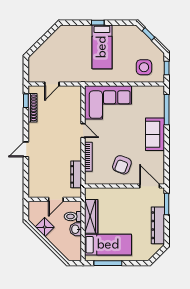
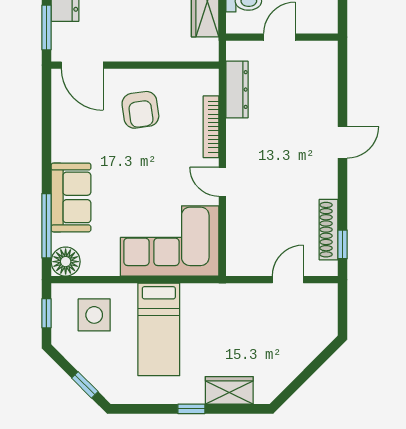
wardrobe: (80, 31) -> (229, 390), added
bed: (102, 47) -> (159, 329), moved, turned 180
floor lamp: (158, 93) -> (66, 262), added
sofa: (155, 134) -> (71, 197), moved
armchair: (122, 165) -> (140, 110), turned 151

